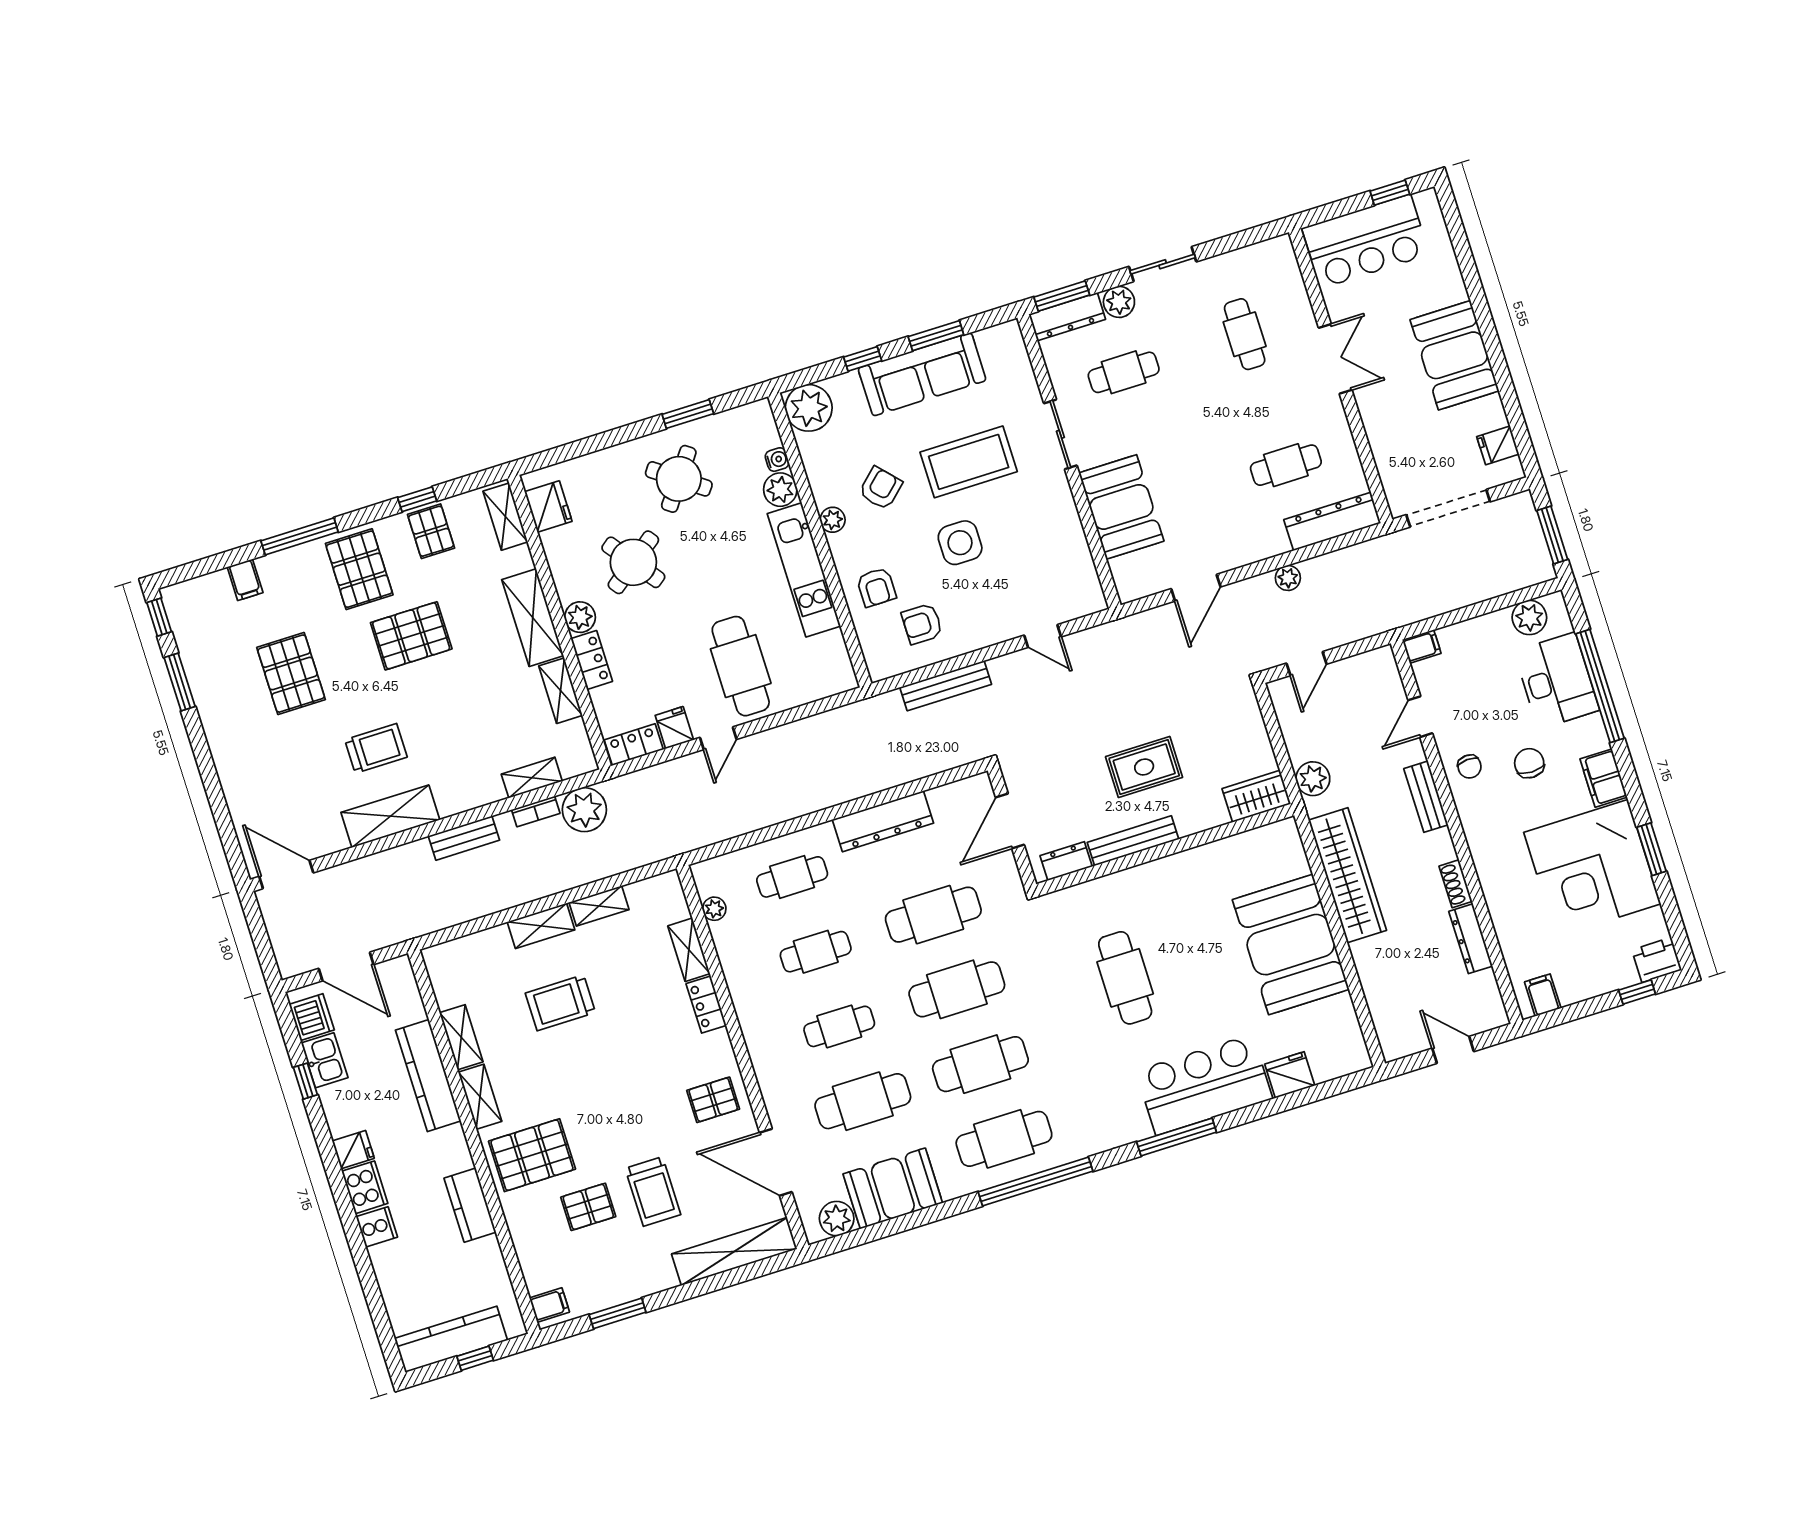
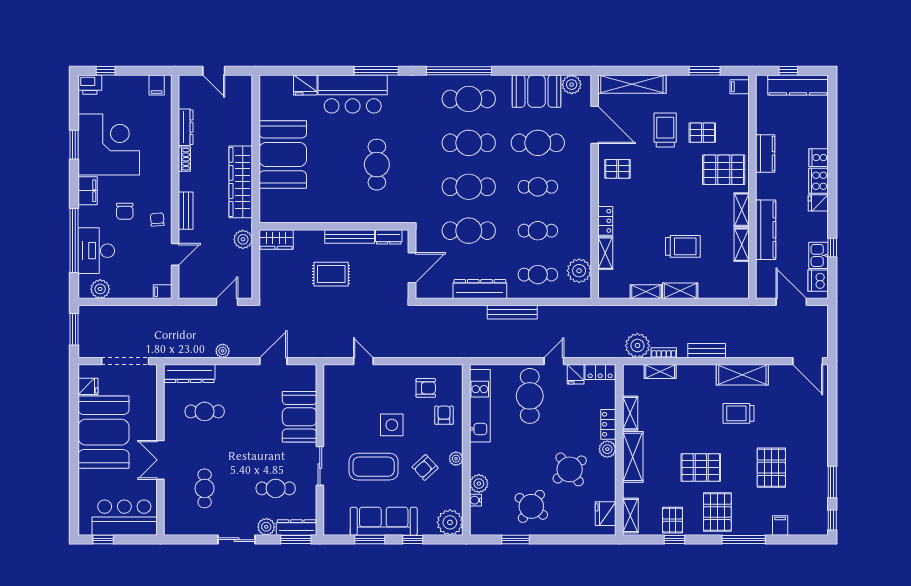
booth: (1455, 355) -> (103, 432), width x1.36, depth x1.42
kitchen unit: (804, 570) -> (480, 406), moved
bench: (946, 686) -> (512, 312), moved
plant: (714, 909) -> (579, 271), width x1.88, depth x1.88

